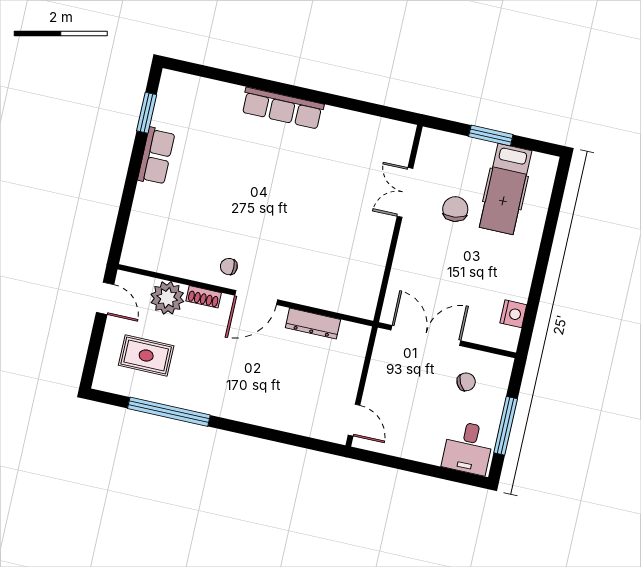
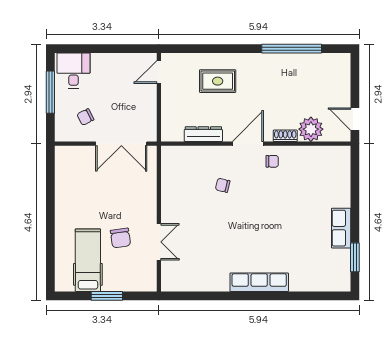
chair: (302, 249) -> (223, 185), added
nightstand: (513, 314) -> (63, 173), removed
rug: (146, 356) -> (218, 81), moved
door: (354, 420) -> (159, 72), hinge flipped

